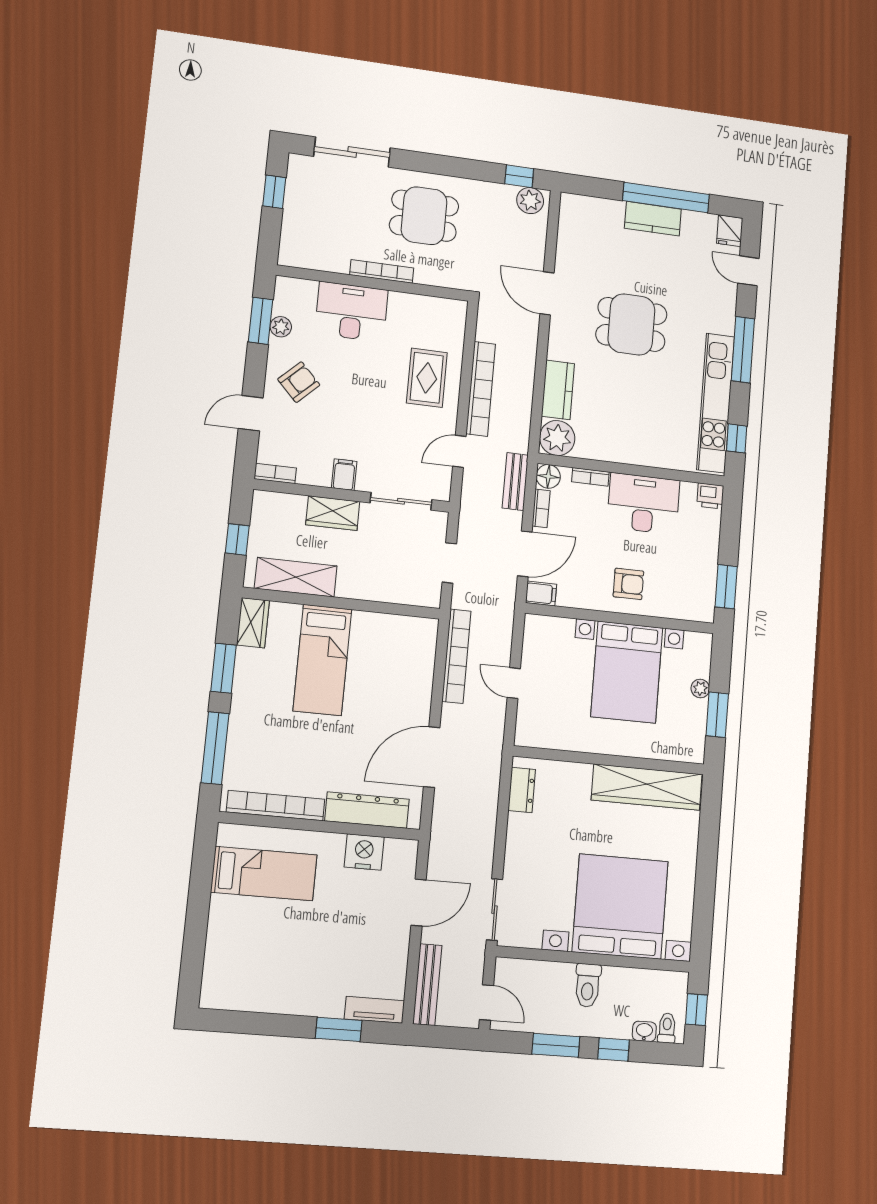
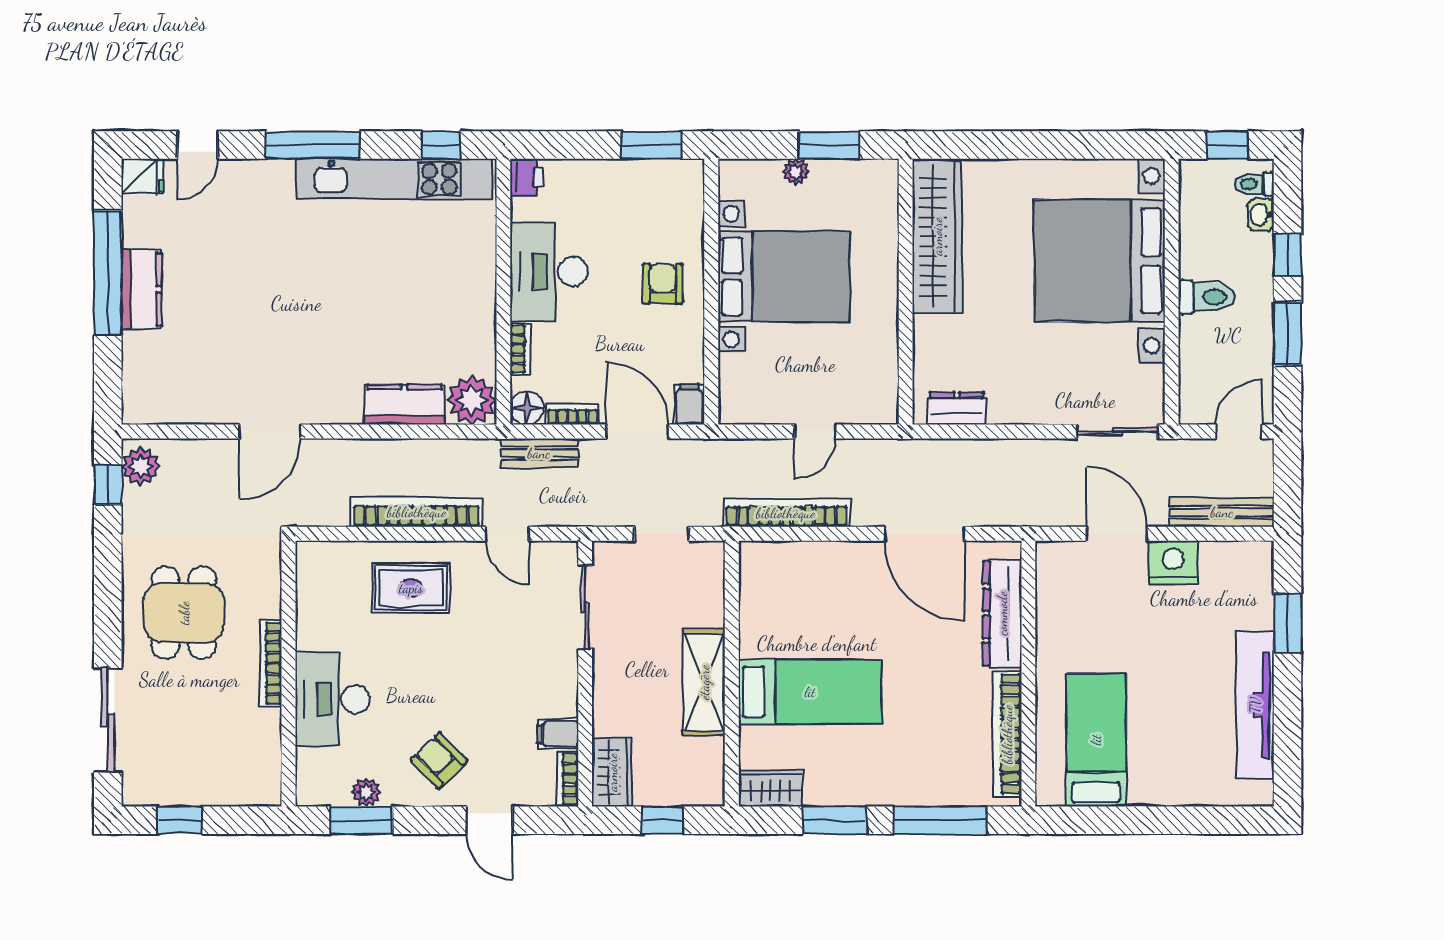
dining table: (631, 324) -> (298, 308), removed
filing cabinet: (344, 475) -> (558, 734), moved
wardrobe: (333, 513) -> (612, 772), moved
shelving: (296, 577) -> (704, 682), moved
nightstand: (364, 852) -> (1173, 563), moved, turned 90
tv unit: (374, 1010) -> (1255, 705), moved, width x1.92, depth x1.29

